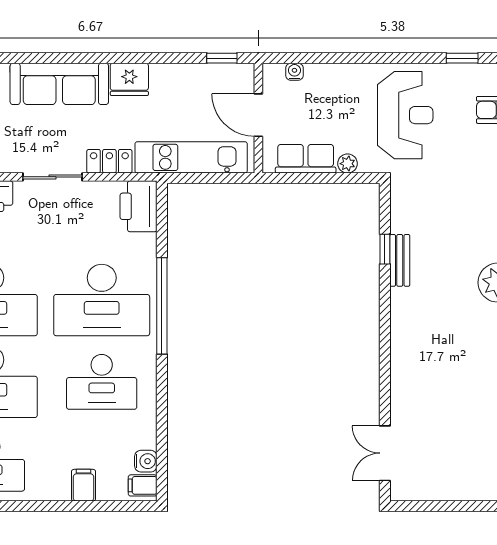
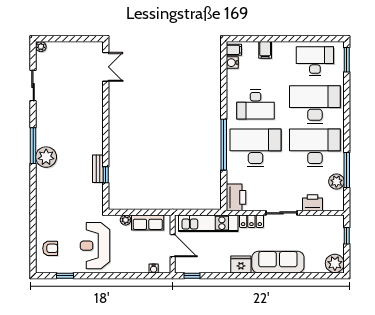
desk: (102, 382) -> (256, 105), turned 180

